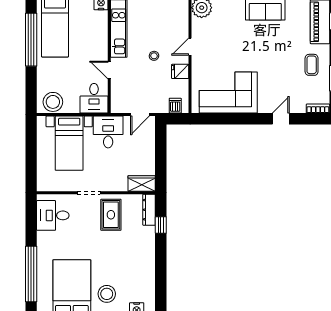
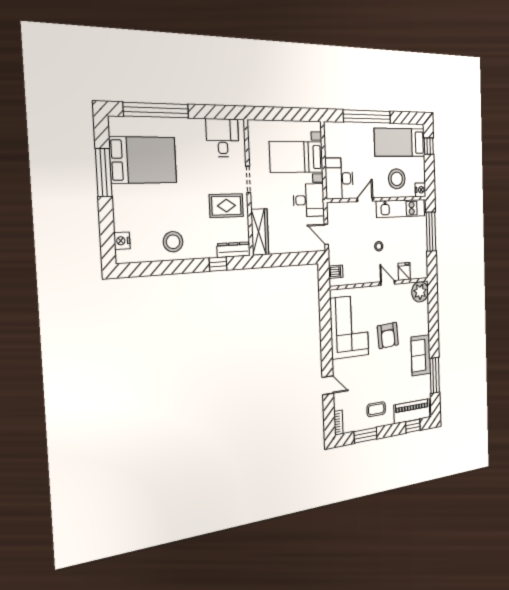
window: (31, 40) -> (367, 117), moved
armchair: (241, 48) -> (388, 335), added
fridge: (180, 71) -> (404, 271), moved
desk: (94, 98) -> (339, 178), width x1.37
stool: (53, 102) -> (397, 179), moved
wardrobe: (142, 183) -> (260, 232), width x1.50
stool: (107, 294) -> (173, 242), moved

